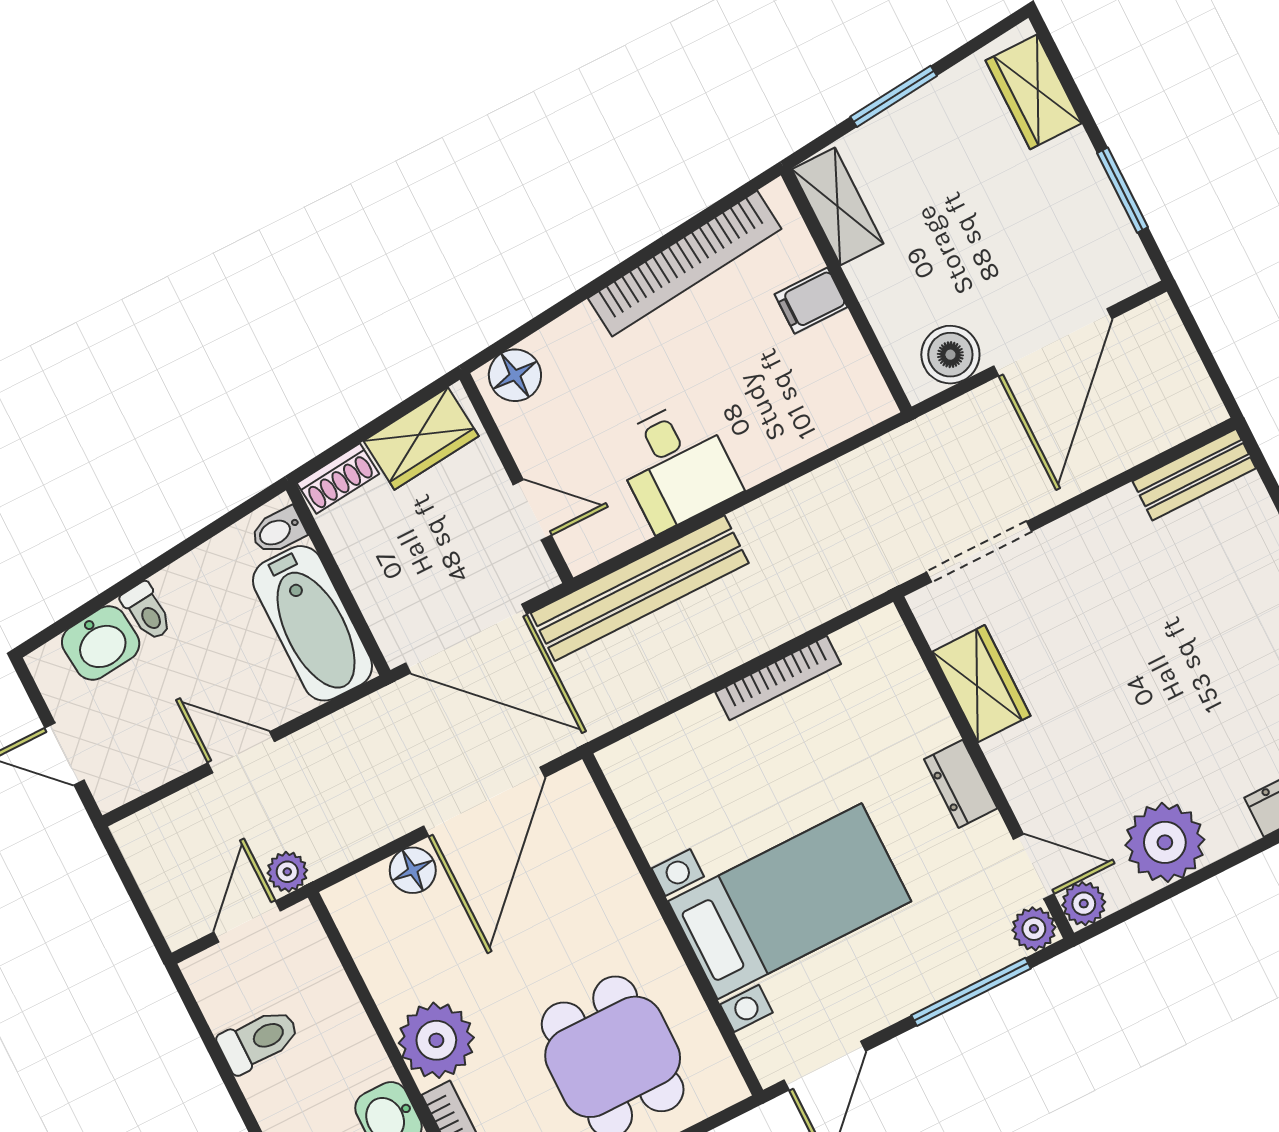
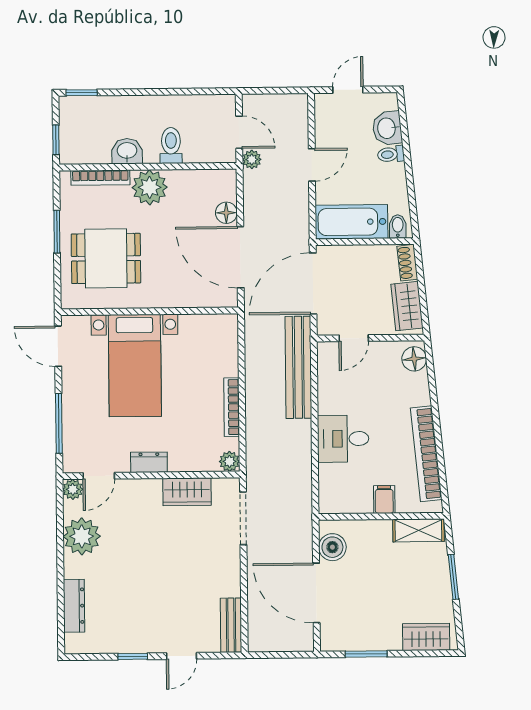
desk: (676, 465) -> (343, 439), moved
plant: (1034, 929) -> (229, 461), moved
toilet: (259, 1040) -> (171, 146), moved, turned 180

